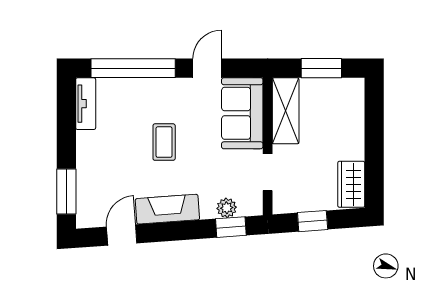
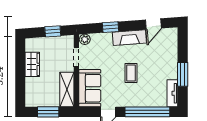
wardrobe: (351, 184) -> (32, 64), moved
window: (66, 192) -> (183, 74), moved
plant: (227, 208) -> (85, 39), moved
window: (231, 227) -> (111, 27), moved

